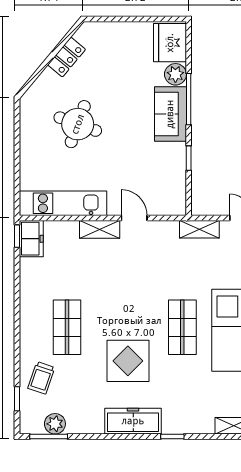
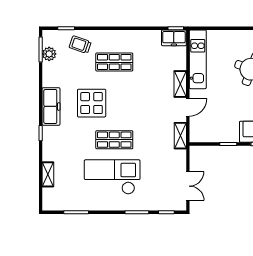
shelving: (199, 229) -> (180, 136), moved

